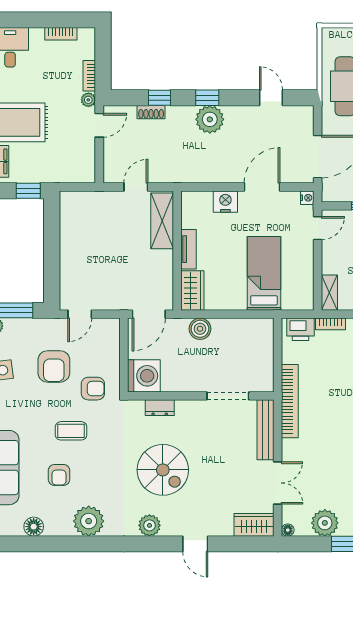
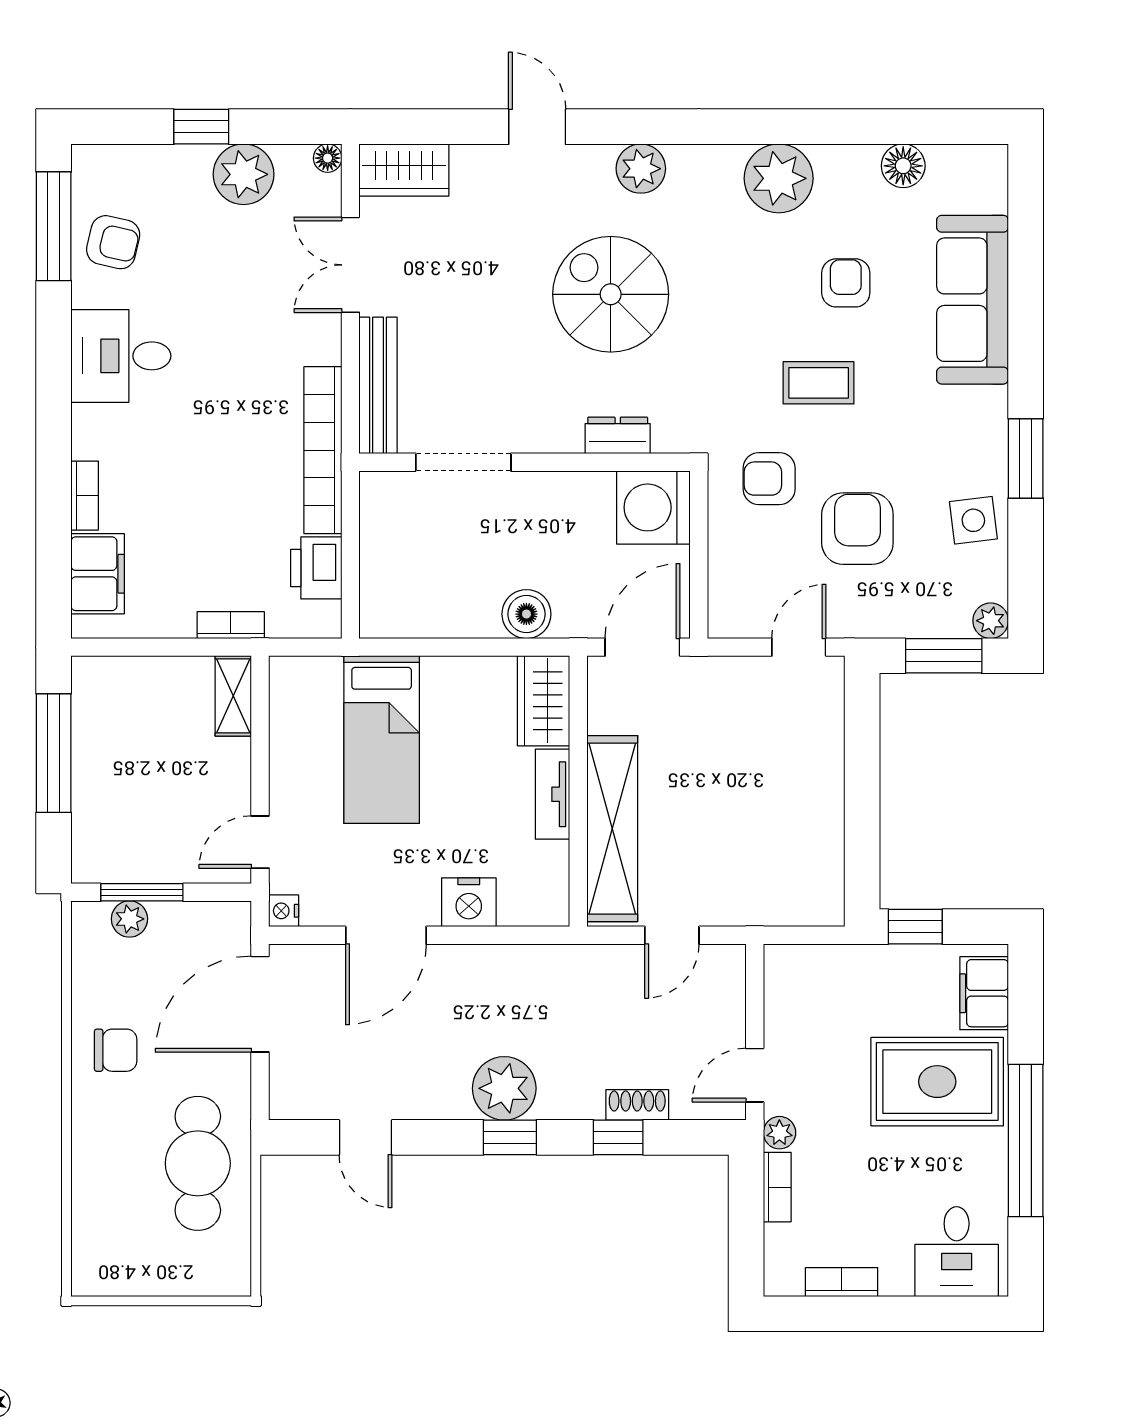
shelving: (162, 221) -> (612, 829), width x1.47
printer: (300, 329) -> (316, 568), moved, turned -90

